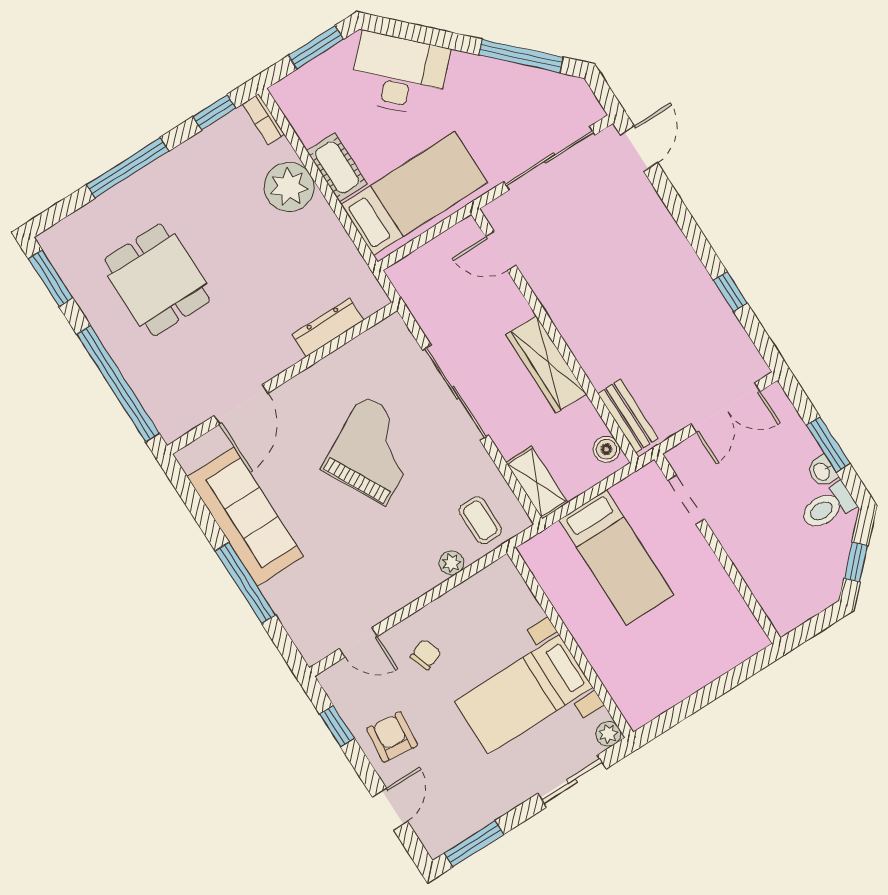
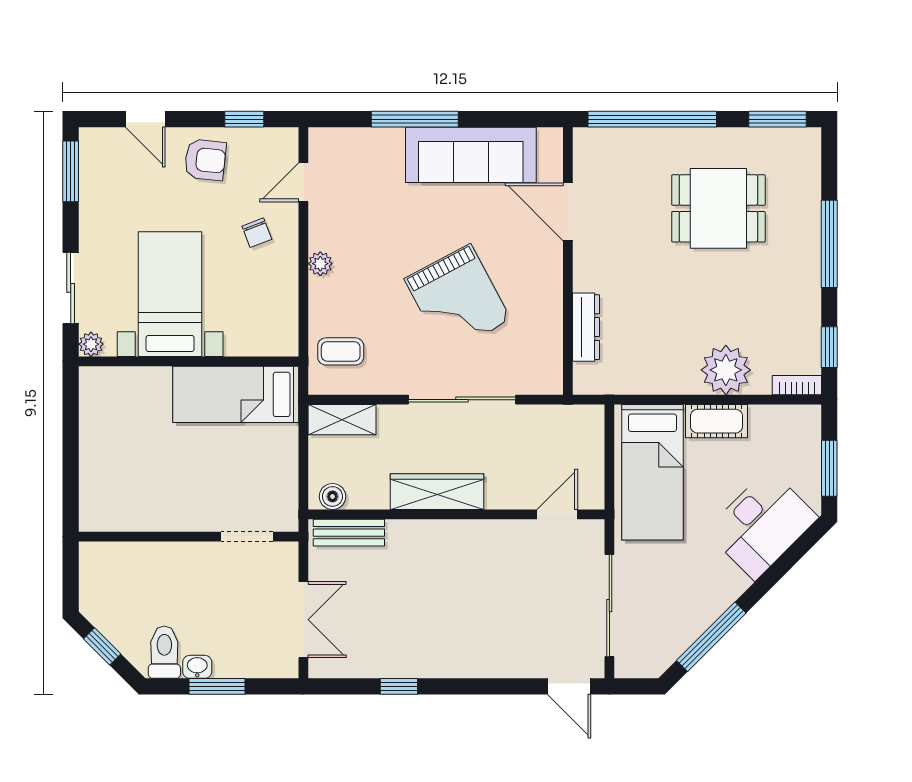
double door: (725, 408) -> (303, 620), swing flipped
bed: (616, 557) -> (236, 394), moved
plant: (451, 563) -> (320, 264), moved

